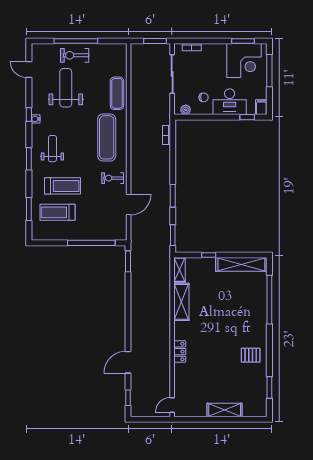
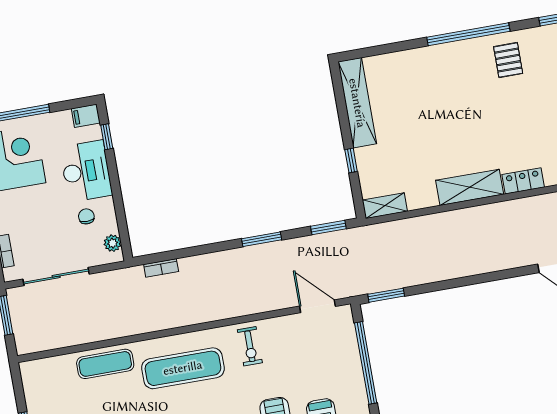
door: (129, 205) -> (318, 306), moved
window: (269, 300) -> (468, 34), moved
shelving: (181, 302) -> (470, 187), moved

